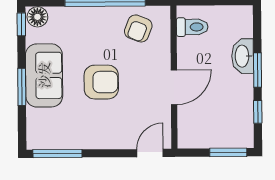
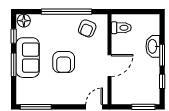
window: (21, 24) -> (14, 36), moved
armchair: (101, 82) -> (64, 62), turned 90

